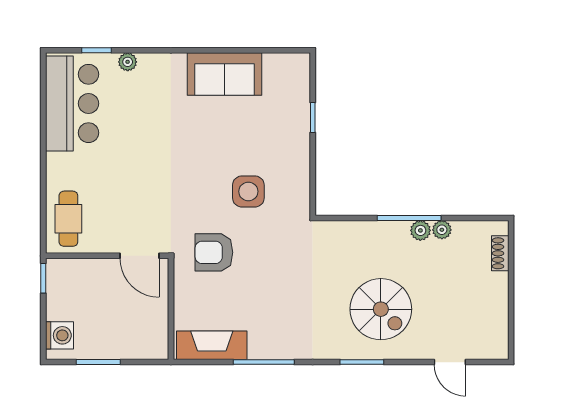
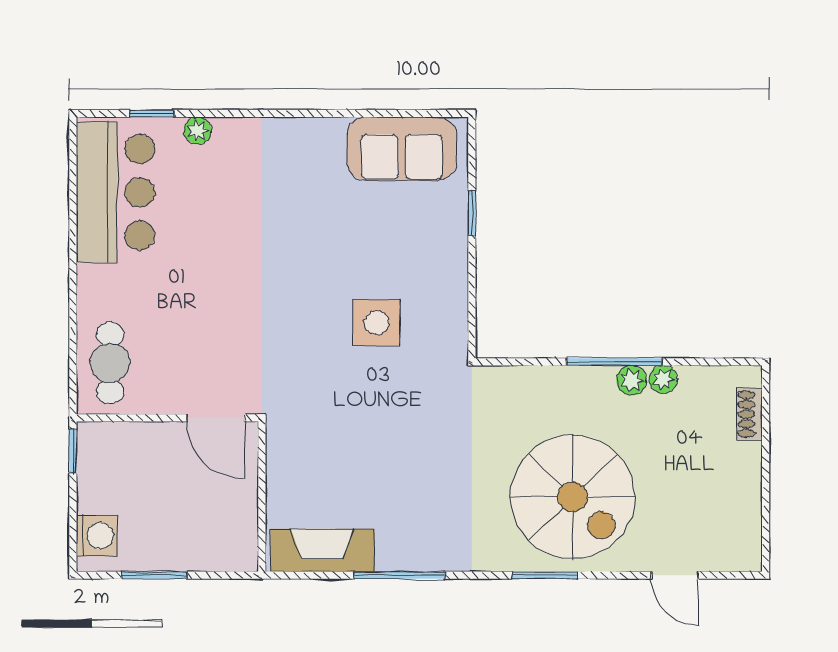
sofa: (225, 74) -> (402, 149), moved
armchair: (214, 252) -> (326, 413), removed
spiral stairs: (381, 309) -> (573, 497), width x1.37, depth x1.37

